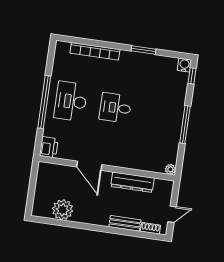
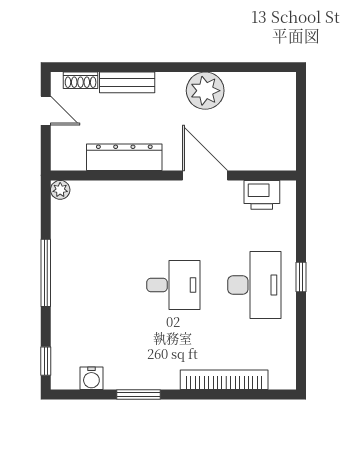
water cooler: (184, 65) -> (91, 378), moved
window: (44, 102) -> (301, 277), width x0.32
printer: (49, 147) -> (262, 195), moved, turned -90
plant: (63, 210) -> (205, 91), moved
door: (172, 214) -> (46, 111), swing flipped

